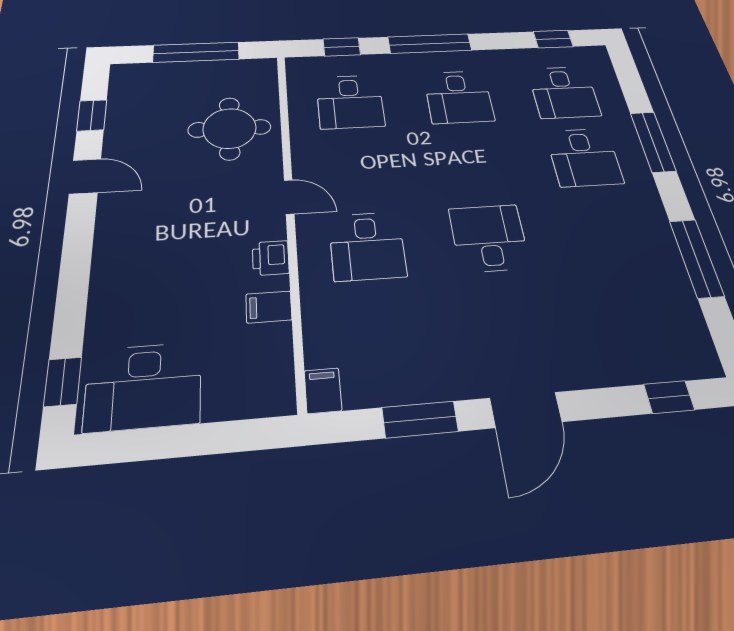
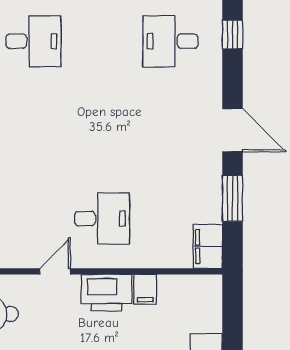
desk: (489, 238) -> (171, 41), moved
printer: (271, 258) -> (107, 293), width x1.87, depth x1.48
filing cabinet: (323, 391) -> (208, 247), width x2.00

